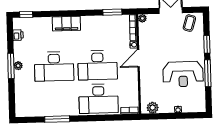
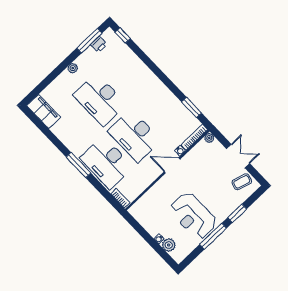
filing cabinet: (66, 24) -> (44, 111), moved, turned 180
window: (11, 66) -> (89, 41), moved
plant: (153, 108) -> (169, 245), moved
window: (57, 119) -> (78, 165), moved

